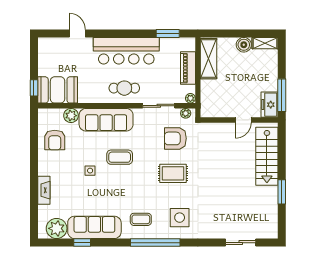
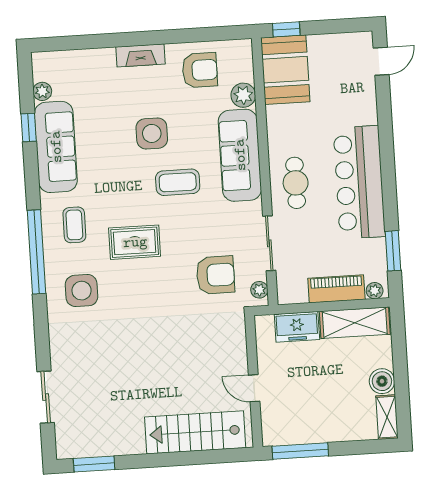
door: (77, 33) -> (381, 61), moved
plant: (190, 98) -> (375, 291), moved
freezer: (270, 105) -> (297, 327), moved, turned 180
armchair: (175, 138) -> (215, 275), turned 90
armchair: (55, 140) -> (200, 70), turned 180
coffee table: (120, 157) -> (178, 182), turned 90
side table: (90, 171) -> (152, 133), width x1.87, depth x1.87
rug: (173, 173) -> (135, 242), moved, turned 90
fireplace: (44, 190) -> (141, 55), moved
window: (282, 192) -> (94, 464), moved
plant: (57, 228) -> (42, 91), width x0.53, depth x0.53

